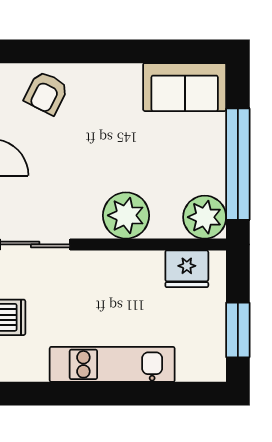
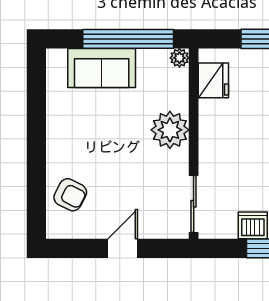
sofa: (185, 87) -> (102, 68), moved, turned 90
plant: (205, 217) -> (179, 58), width x0.53, depth x0.53

